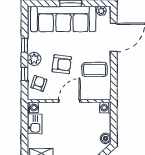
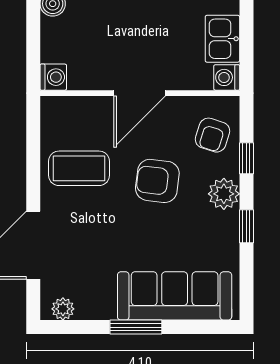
sofa: (63, 19) -> (175, 296), width x0.74, depth x0.79

